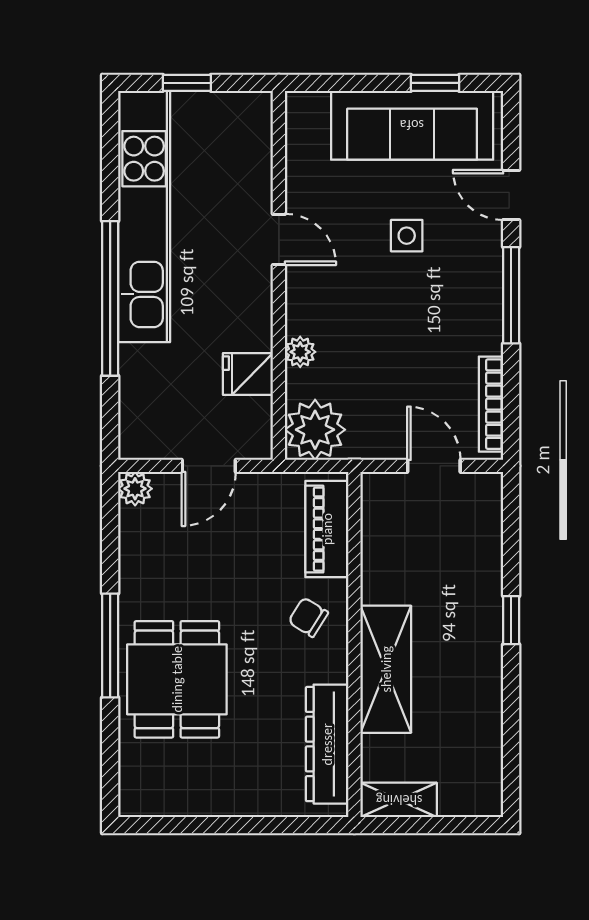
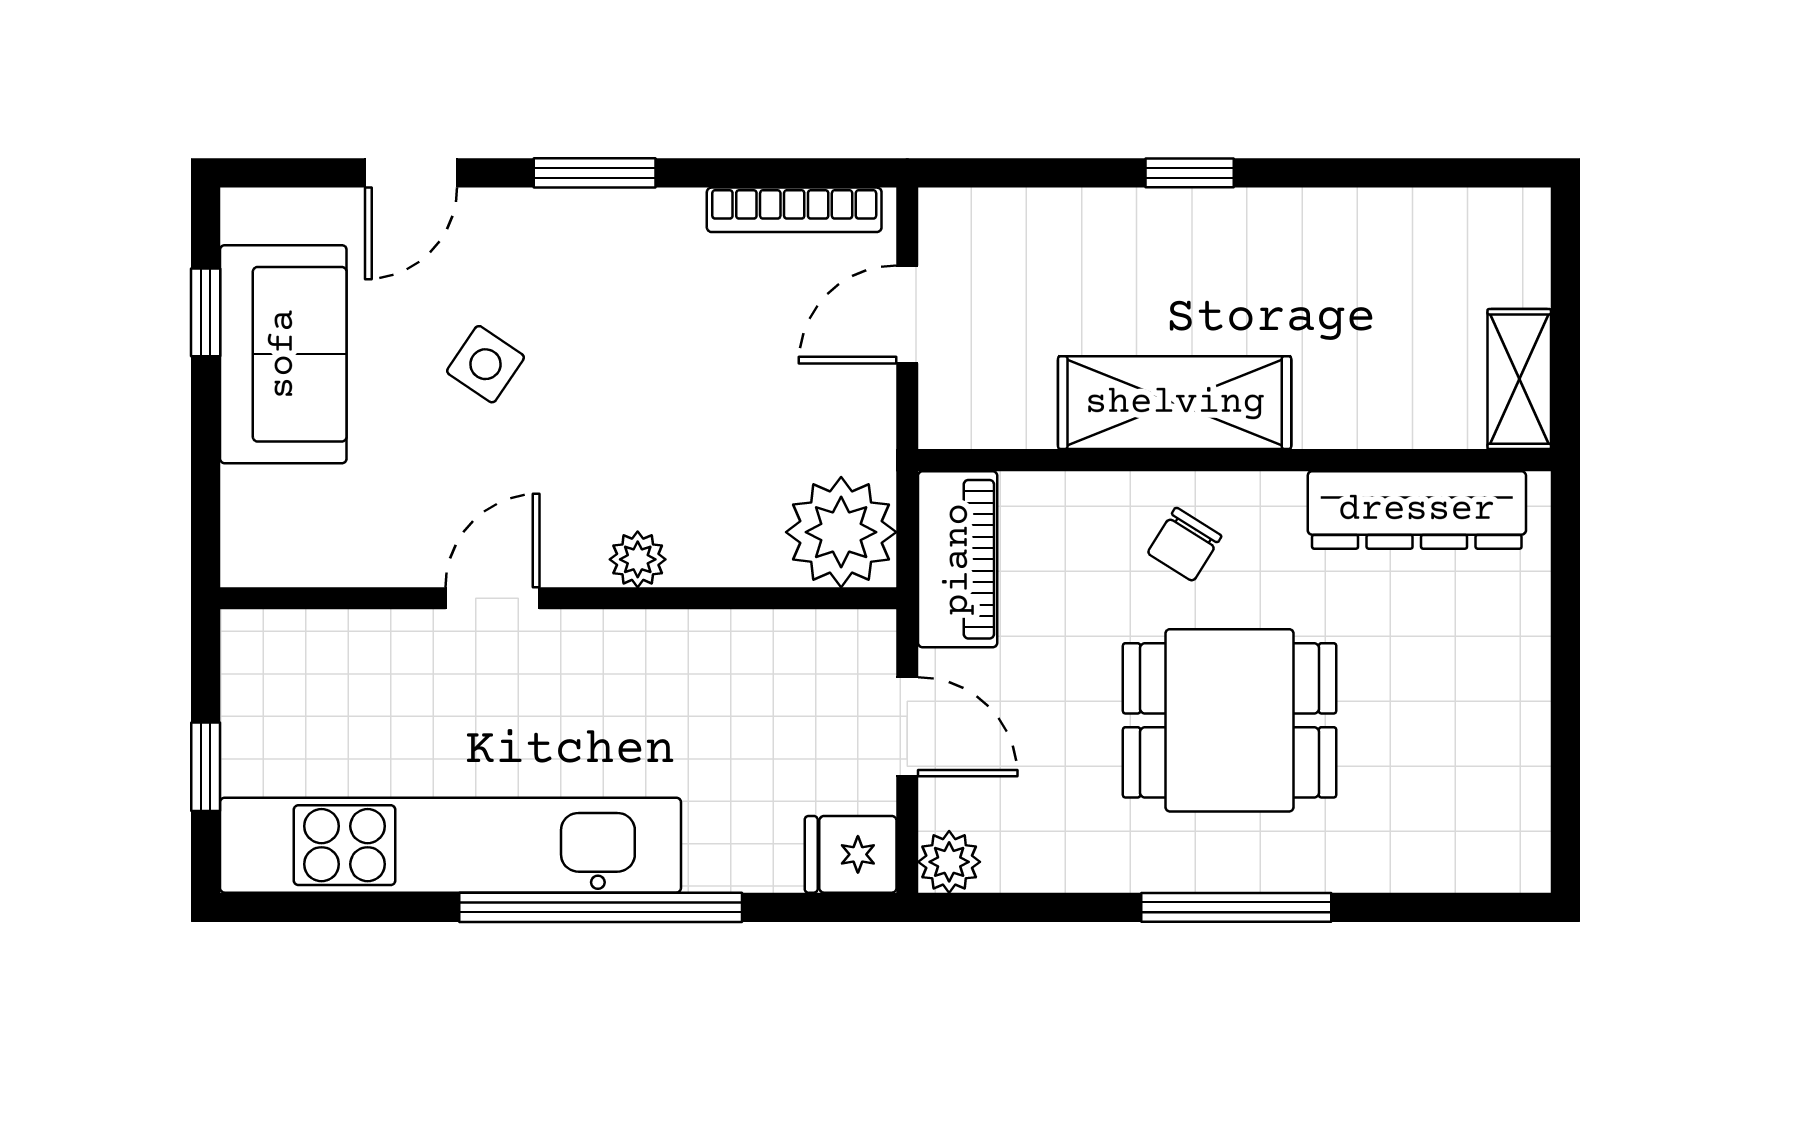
sofa: (412, 125) -> (283, 354), width x0.73
side table: (407, 236) -> (485, 364), turned 34
window: (511, 295) -> (595, 173), width x0.69
plant: (300, 352) -> (638, 559), moved
fridge: (248, 374) -> (851, 854), moved, turned 90
piano: (327, 529) -> (958, 559), moved, turned -90
shelving: (386, 669) -> (1175, 403), moved
dining table: (177, 679) -> (1230, 720), moved

